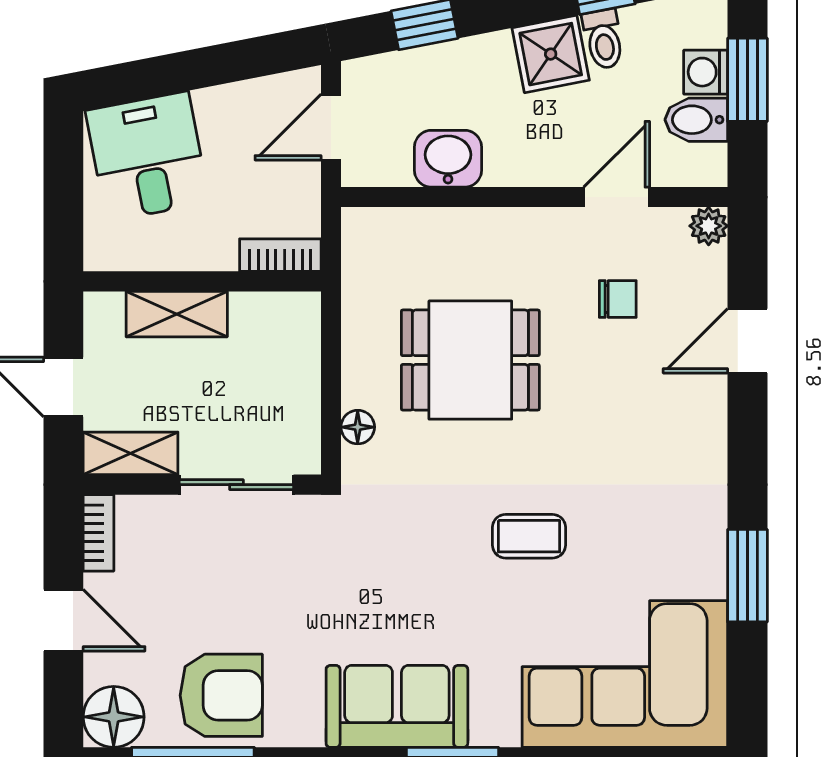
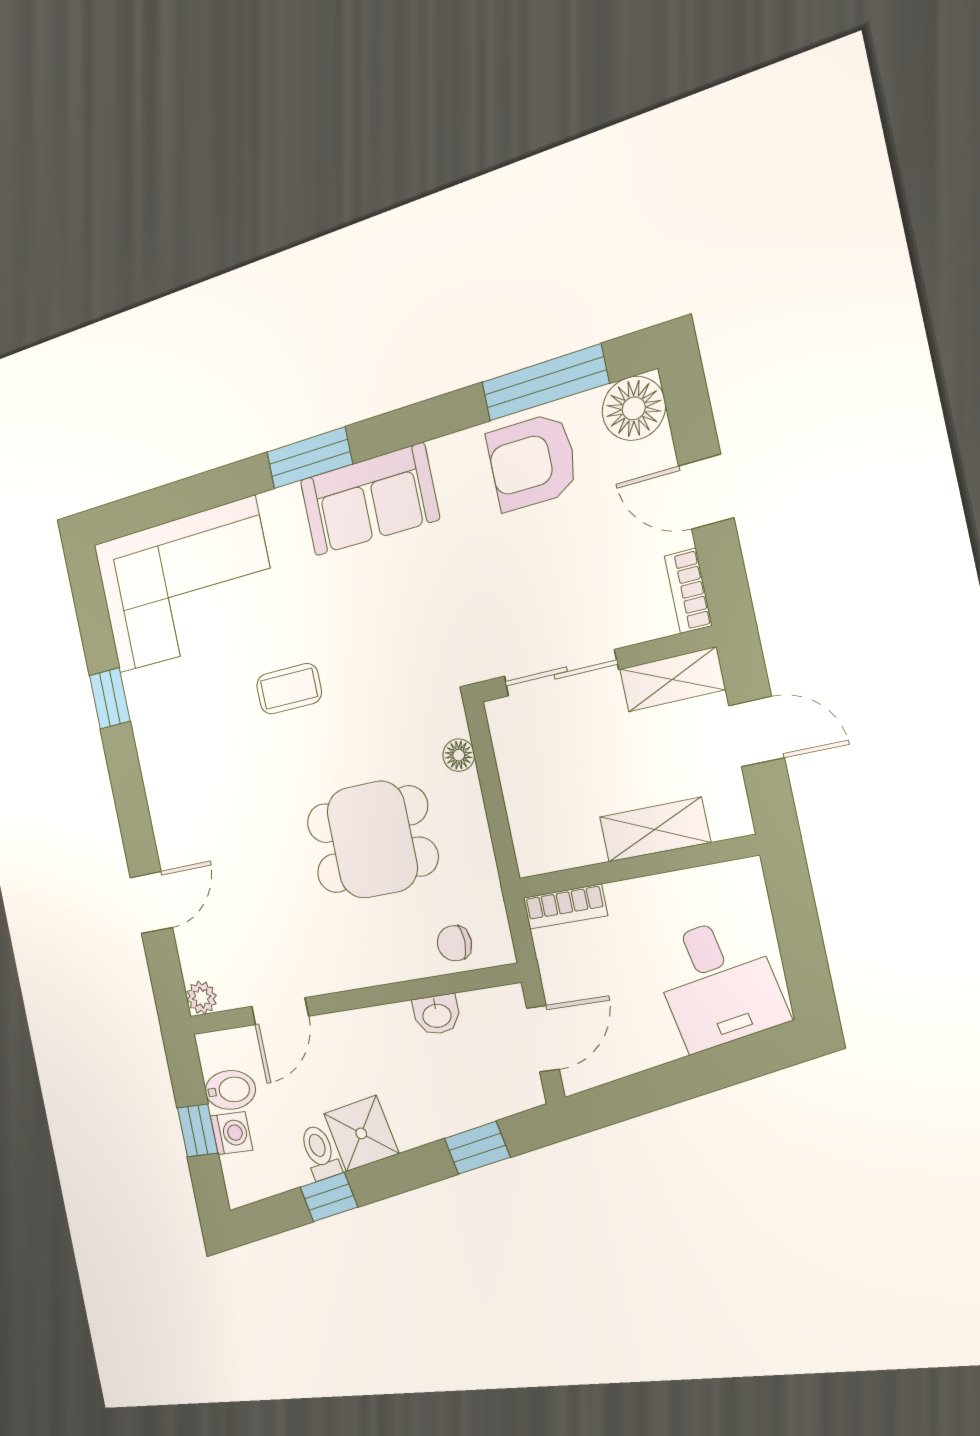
window: (747, 80) -> (198, 1130), width x0.67
washbasin: (448, 159) -> (437, 1015), width x0.72, depth x0.69
chair: (618, 299) -> (454, 943), moved
window: (747, 576) -> (110, 698), width x0.67

